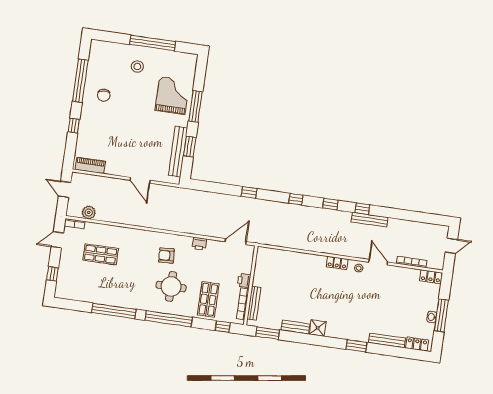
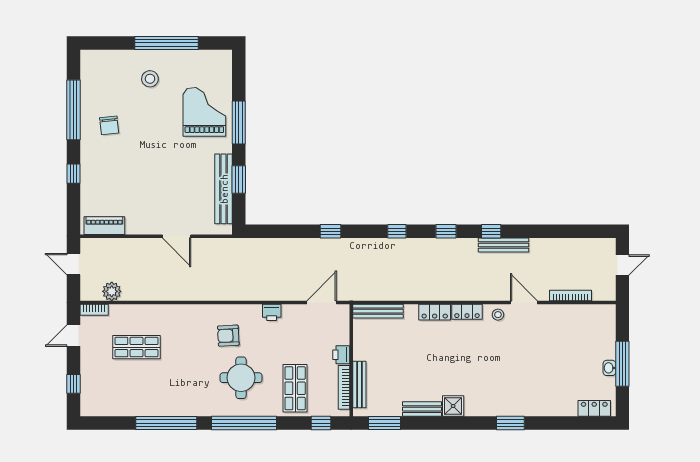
locker: (431, 277) -> (435, 312), moved
bench: (387, 340) -> (378, 311), moved

